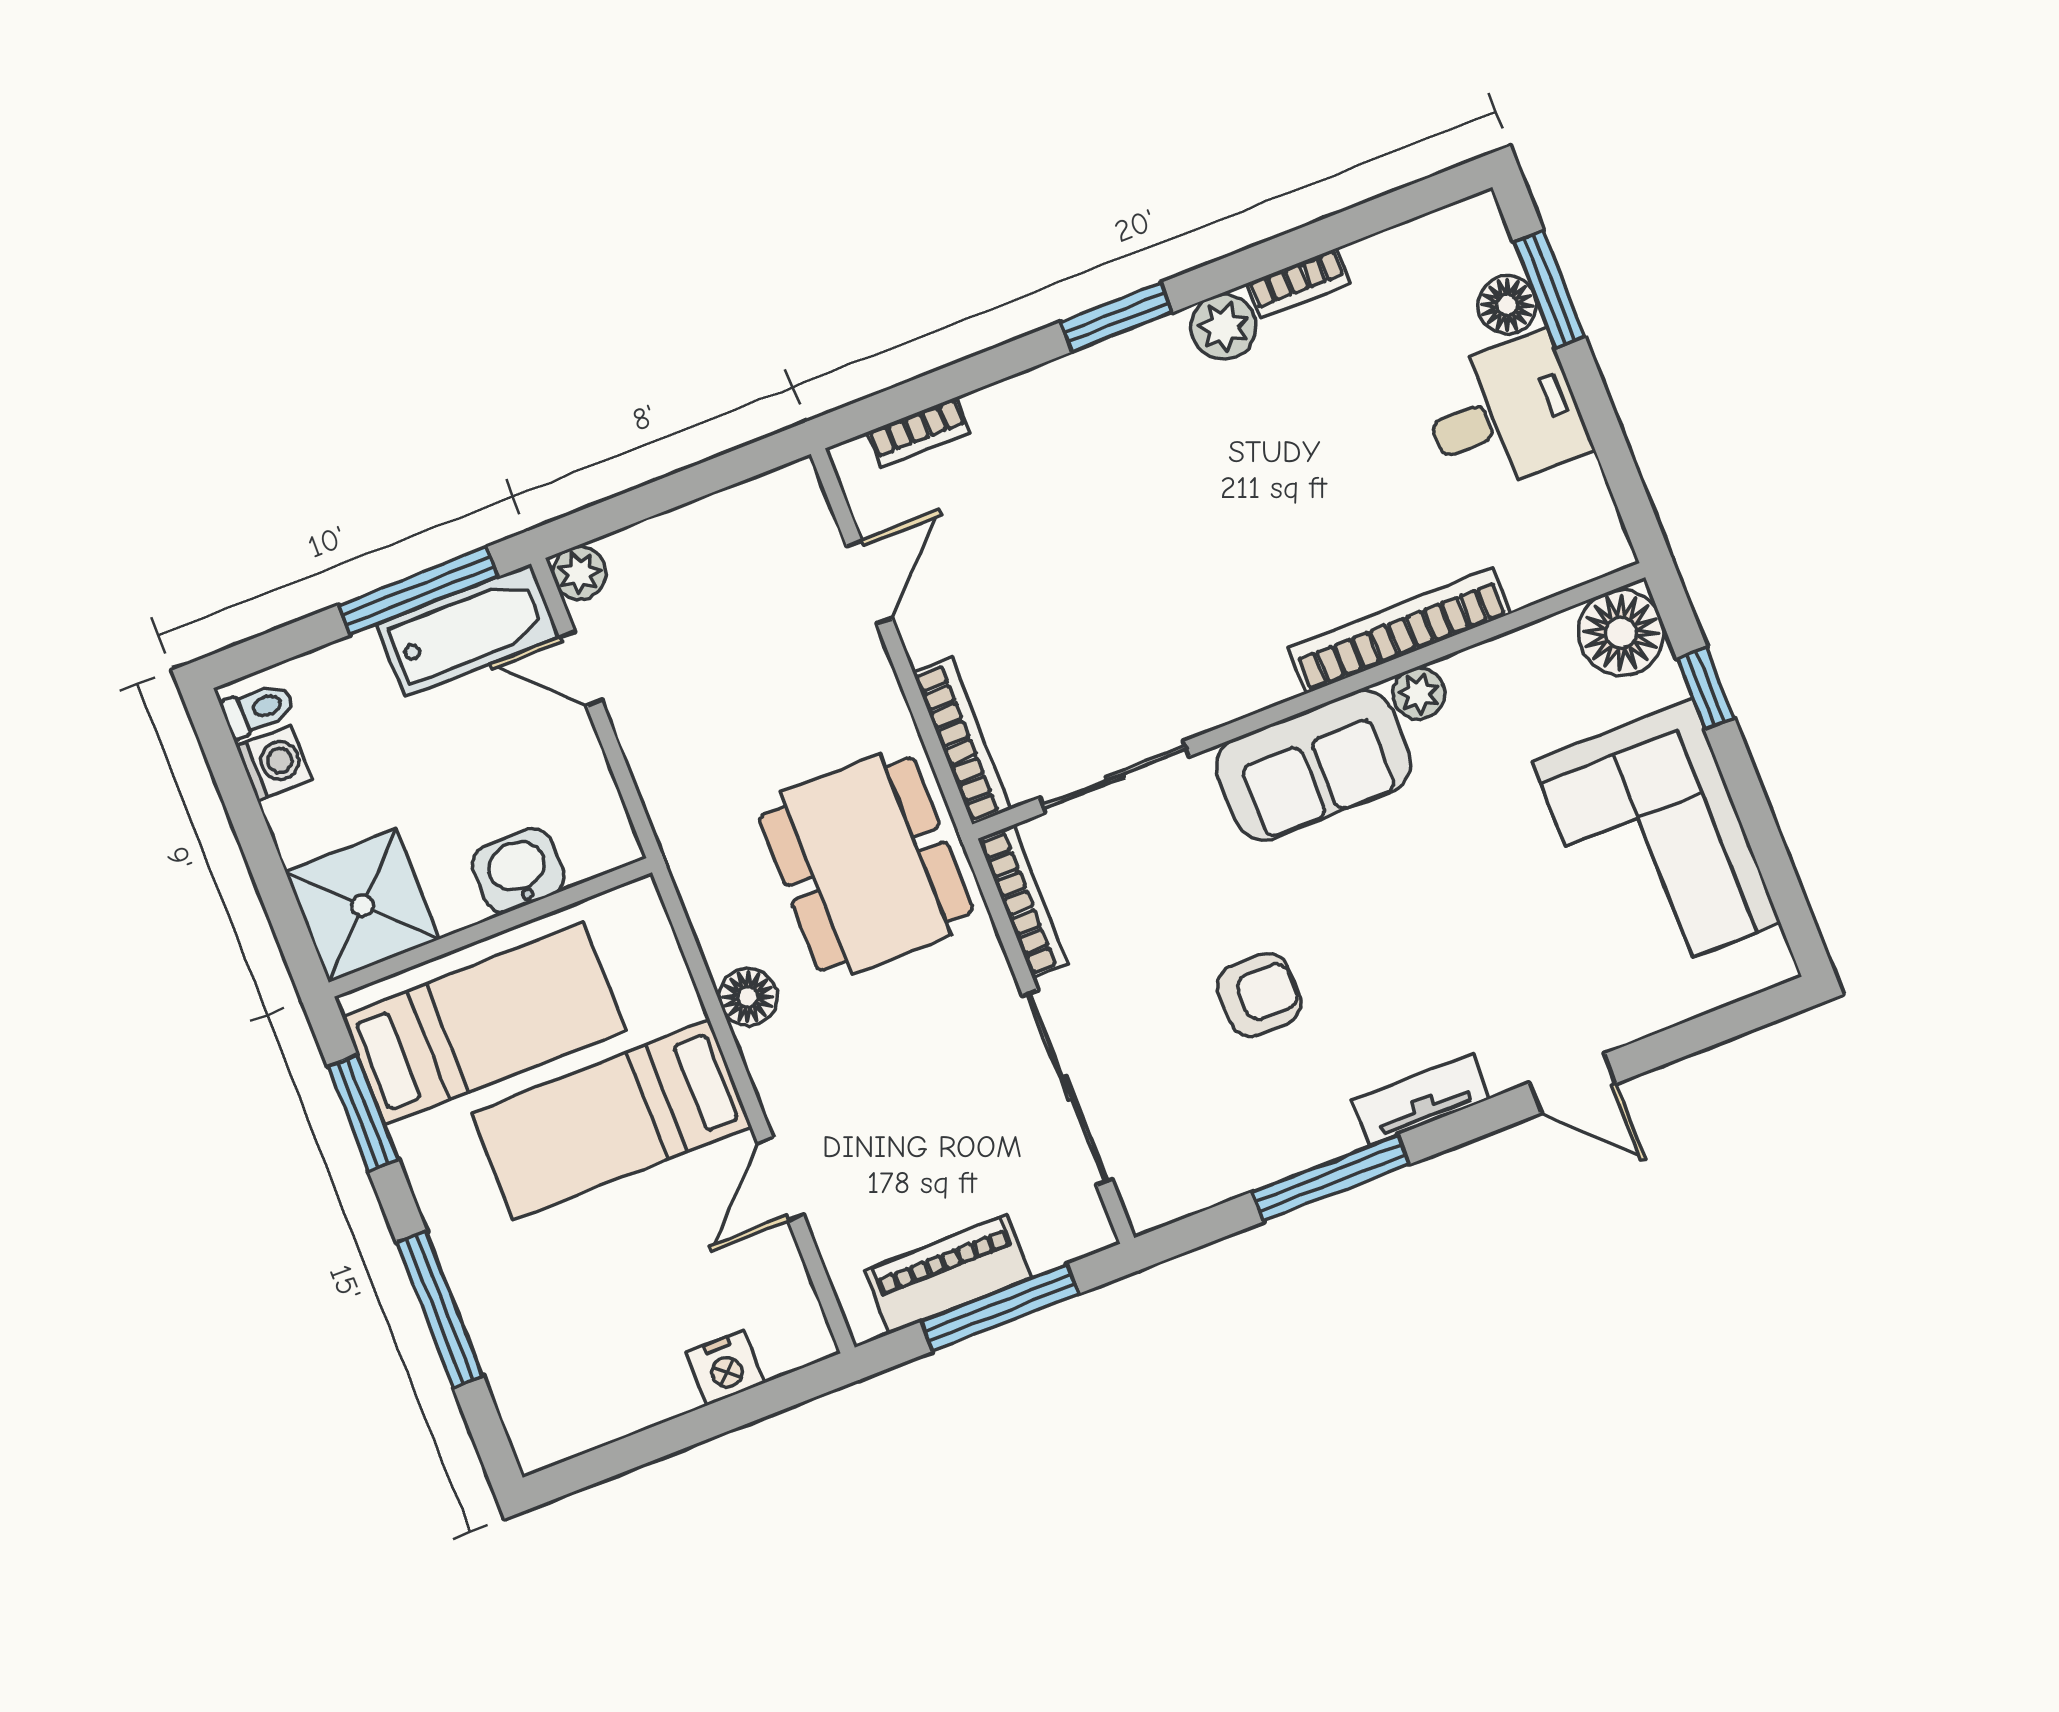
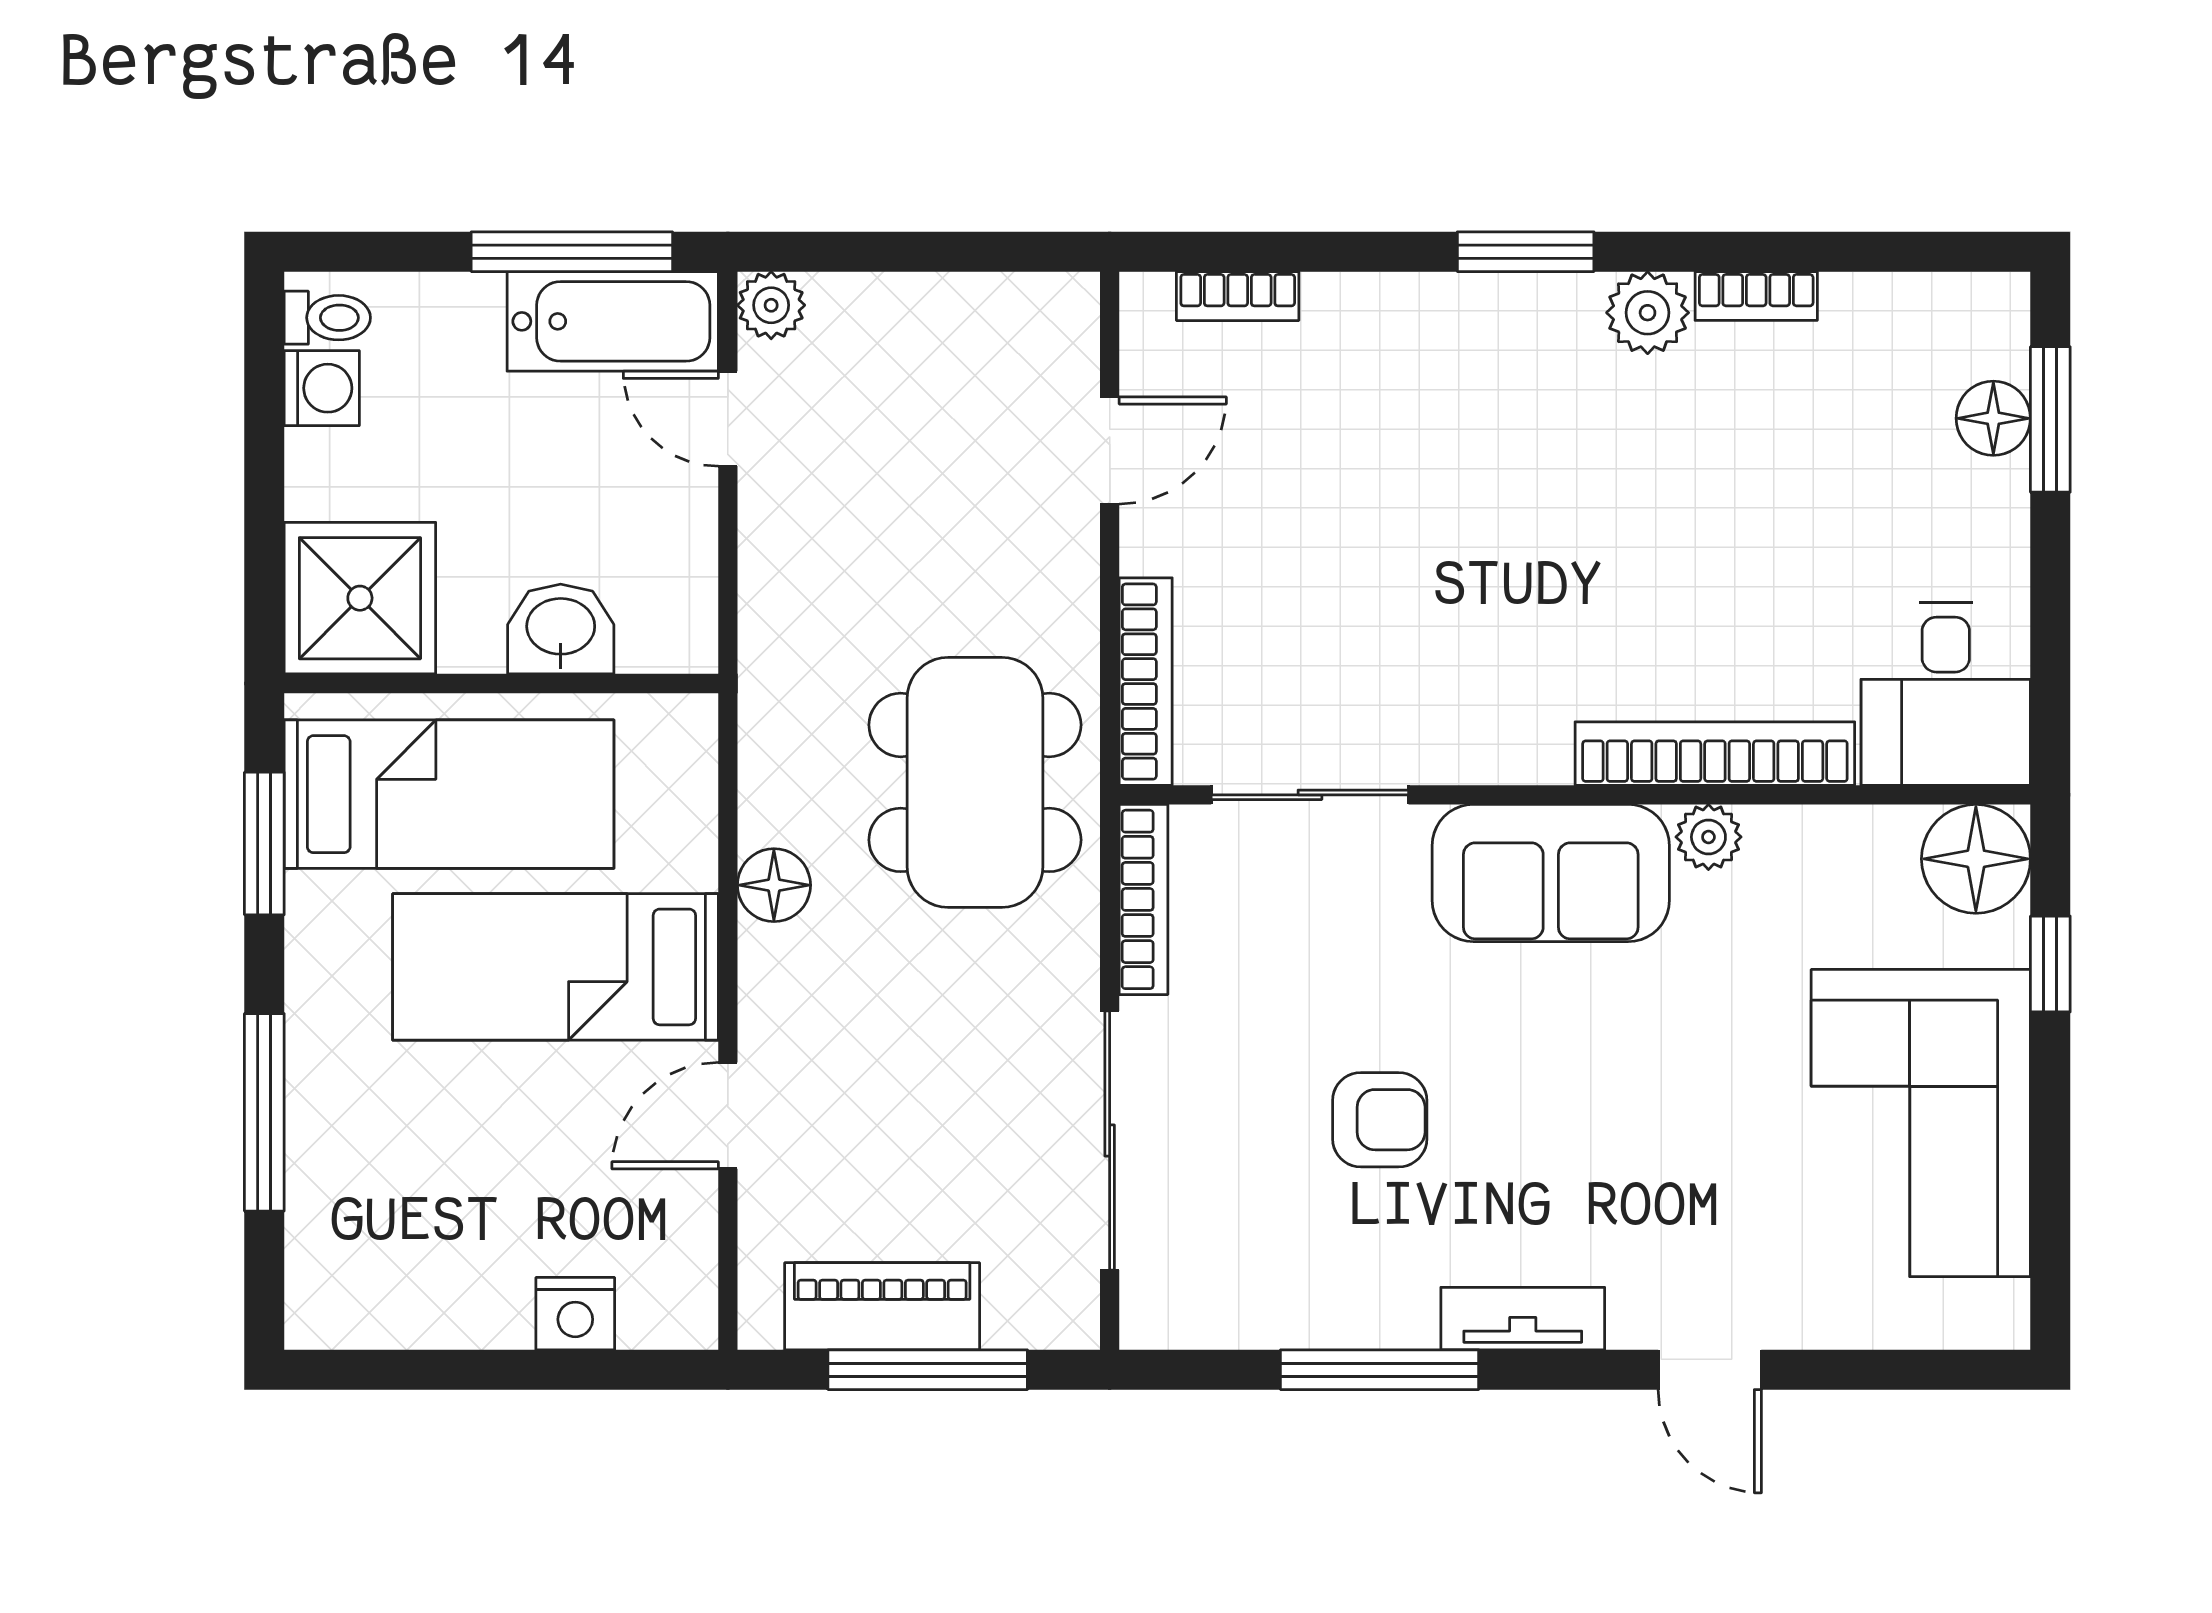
desk: (1504, 414) -> (1946, 694), moved, turned 90

